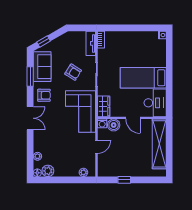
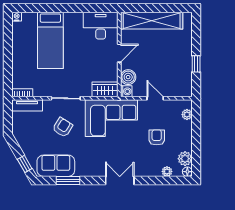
bed: (143, 78) -> (50, 40), moved
armchair: (44, 95) -> (157, 137), moved

